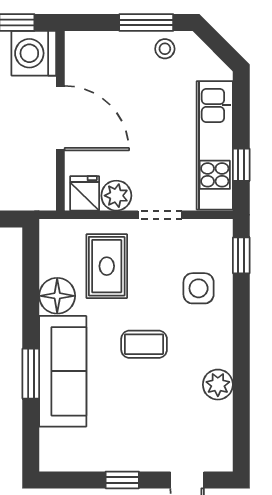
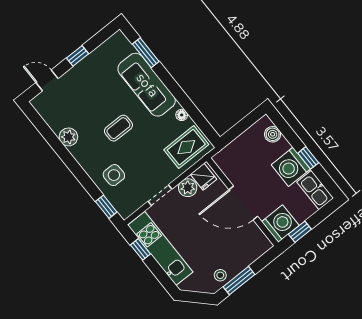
rug: (107, 266) -> (186, 147), moved, turned 90
floor lamp: (57, 296) -> (182, 115), width x0.53, depth x0.53
window: (31, 374) -> (146, 53), moved

